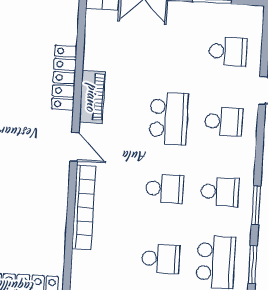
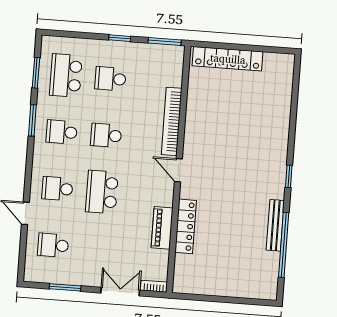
piano: (92, 97) -> (162, 228), moved

